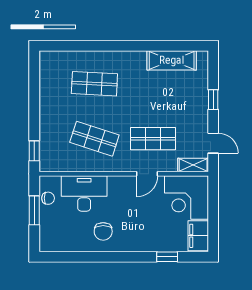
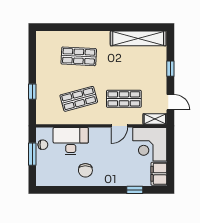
shelving: (172, 60) -> (138, 38), width x1.47
shop shelf: (94, 139) -> (79, 99), turned -33
window: (34, 151) -> (32, 92), moved

